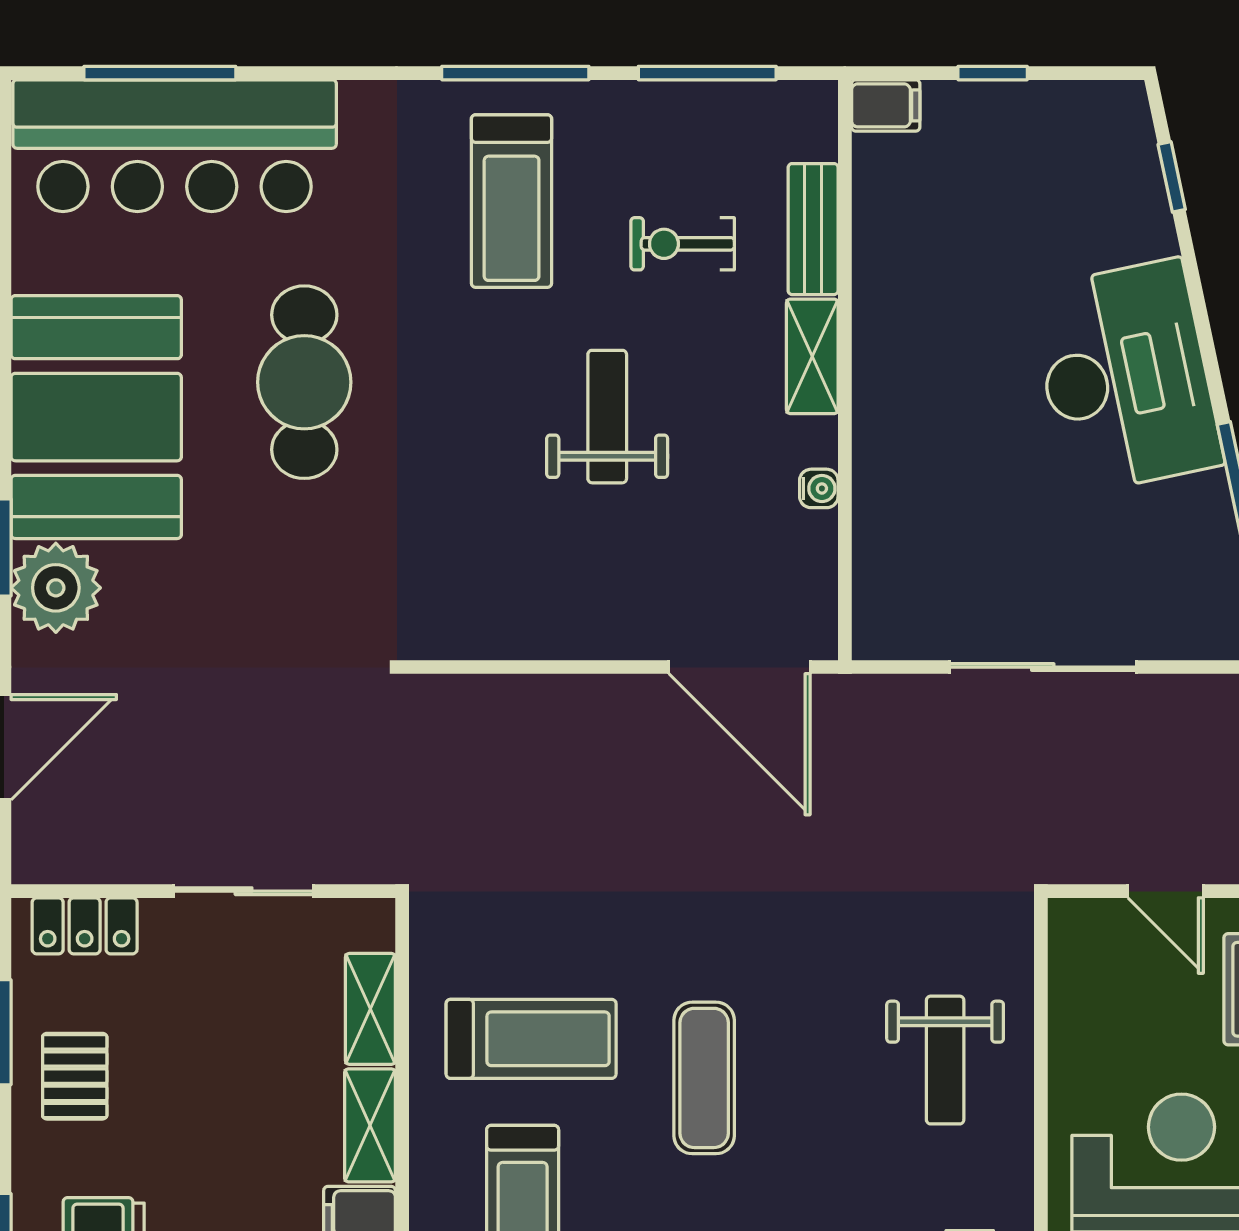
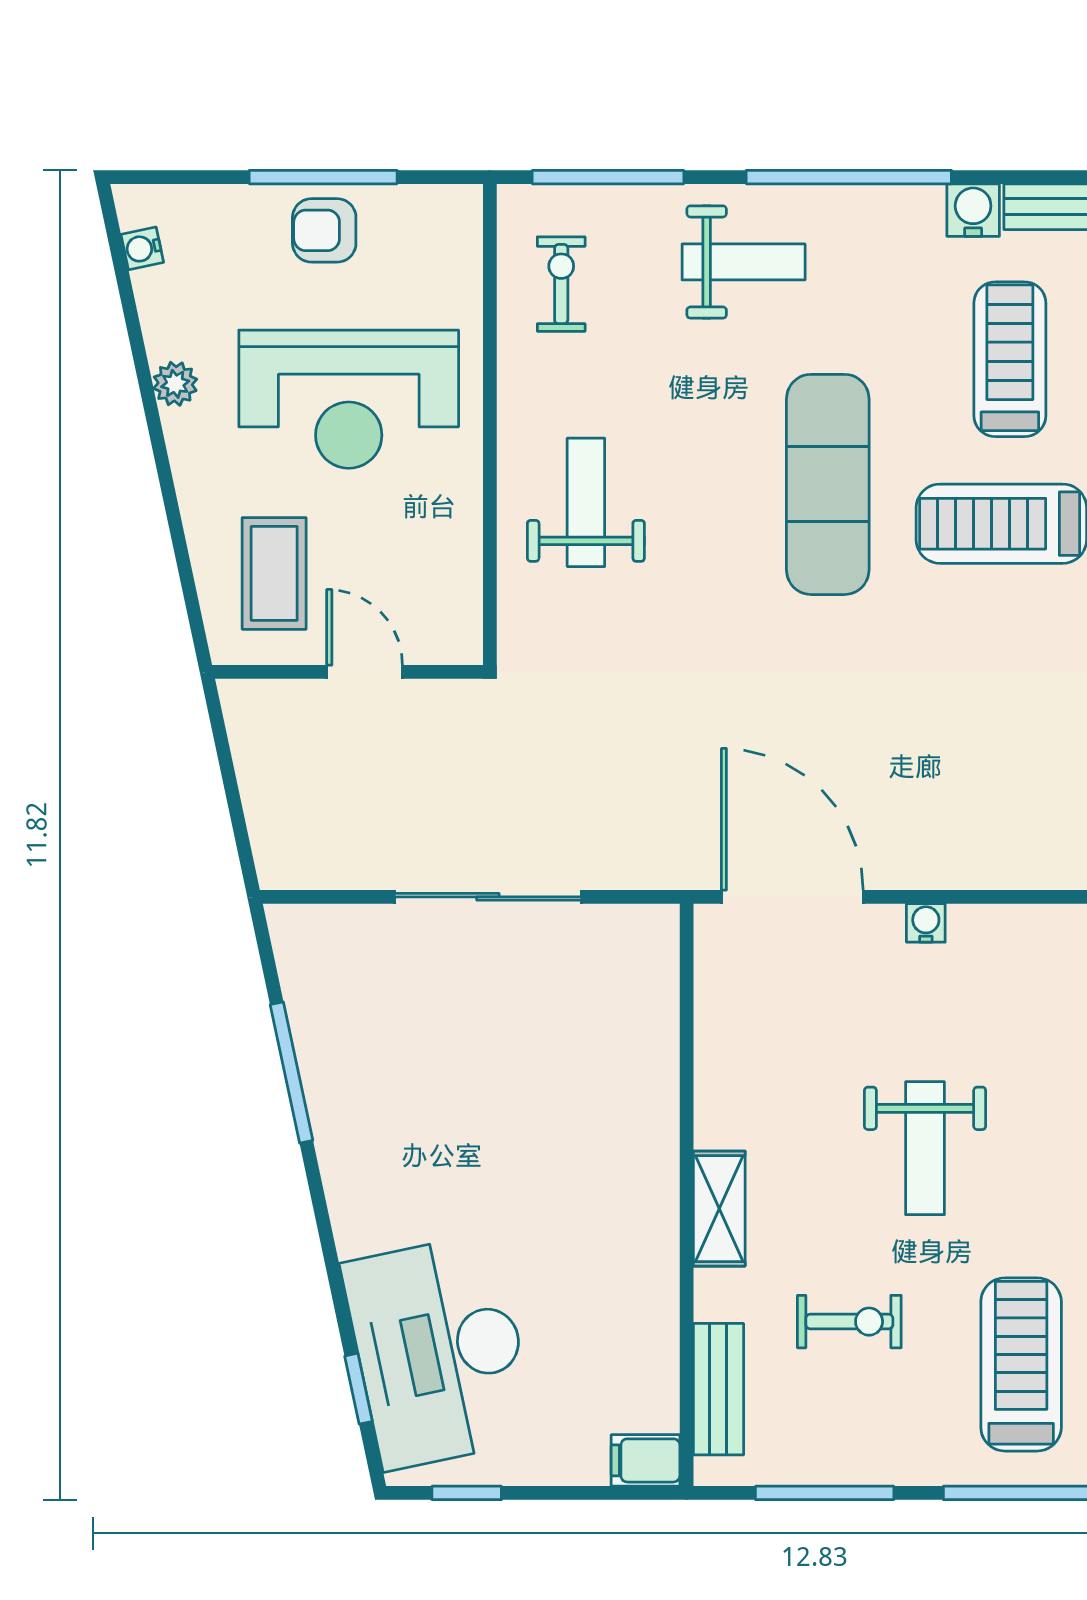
window: (993, 73) -> (467, 1493), moved
bench: (813, 229) -> (718, 1389), moved
desk: (1126, 377) -> (439, 1351), moved
water cooler: (819, 488) -> (926, 923), moved, turned 90
exercise mat: (704, 1078) -> (828, 484), width x1.36, depth x1.45

